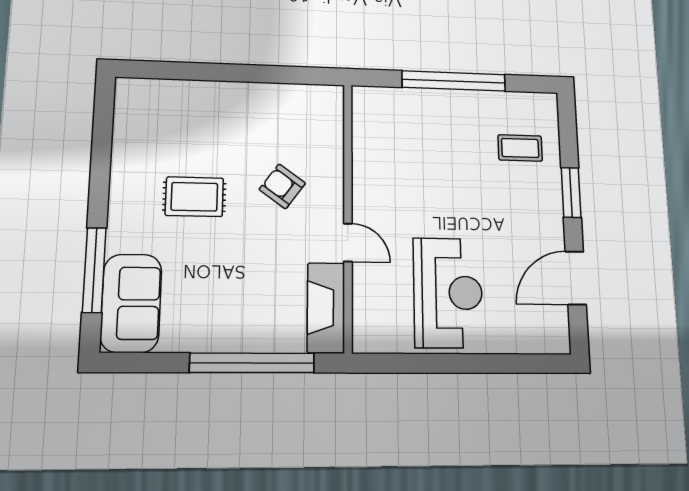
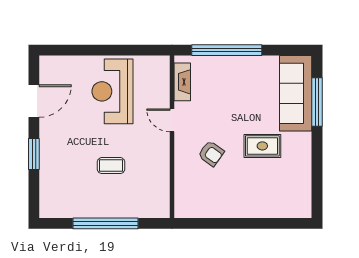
coffee table: (520, 148) -> (111, 166), moved
sofa: (131, 303) -> (296, 93), width x1.36
fireplace: (326, 308) -> (182, 82), width x0.73, depth x0.76

